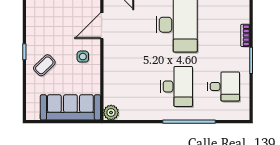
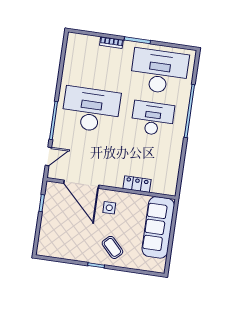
door: (102, 26) -> (81, 184), width x1.36
locker: (110, 80) -> (137, 184), added
desk: (224, 86) -> (159, 71), width x1.87, depth x1.30
plant: (111, 113) -> (169, 188), removed

